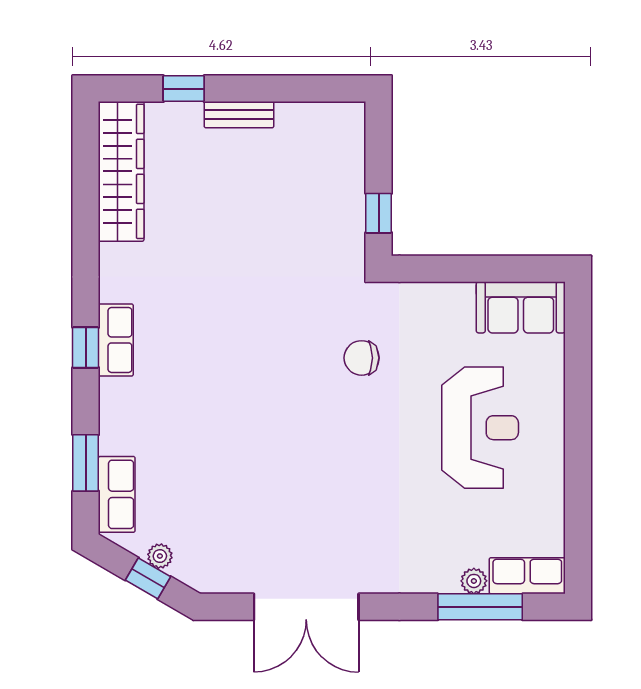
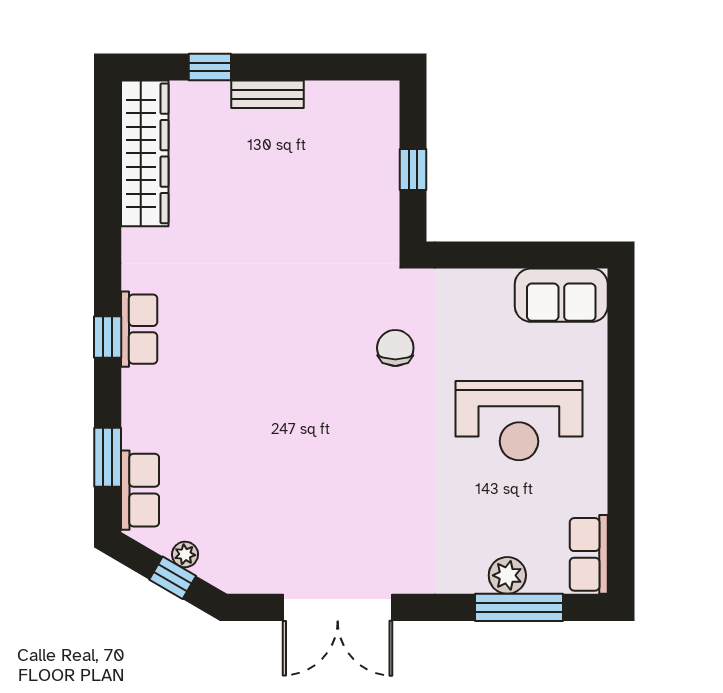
window: (379, 213) -> (413, 170), moved
chair: (362, 358) -> (395, 348), turned 90
reception desk: (480, 428) -> (519, 421), turned 90
row of seats: (527, 576) -> (589, 554), moved, turned -90
plant: (474, 581) -> (507, 575), width x1.38, depth x1.38

